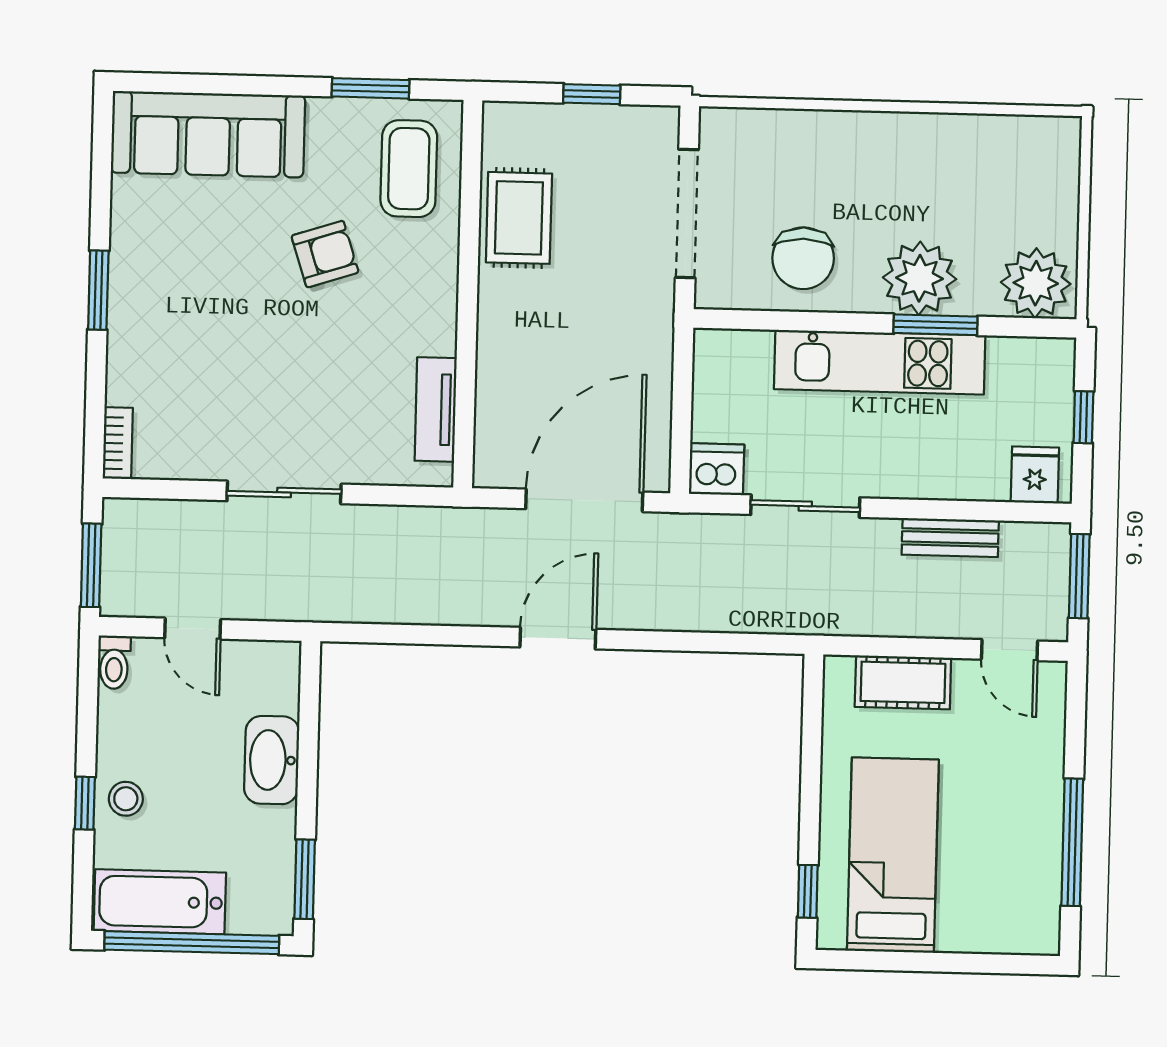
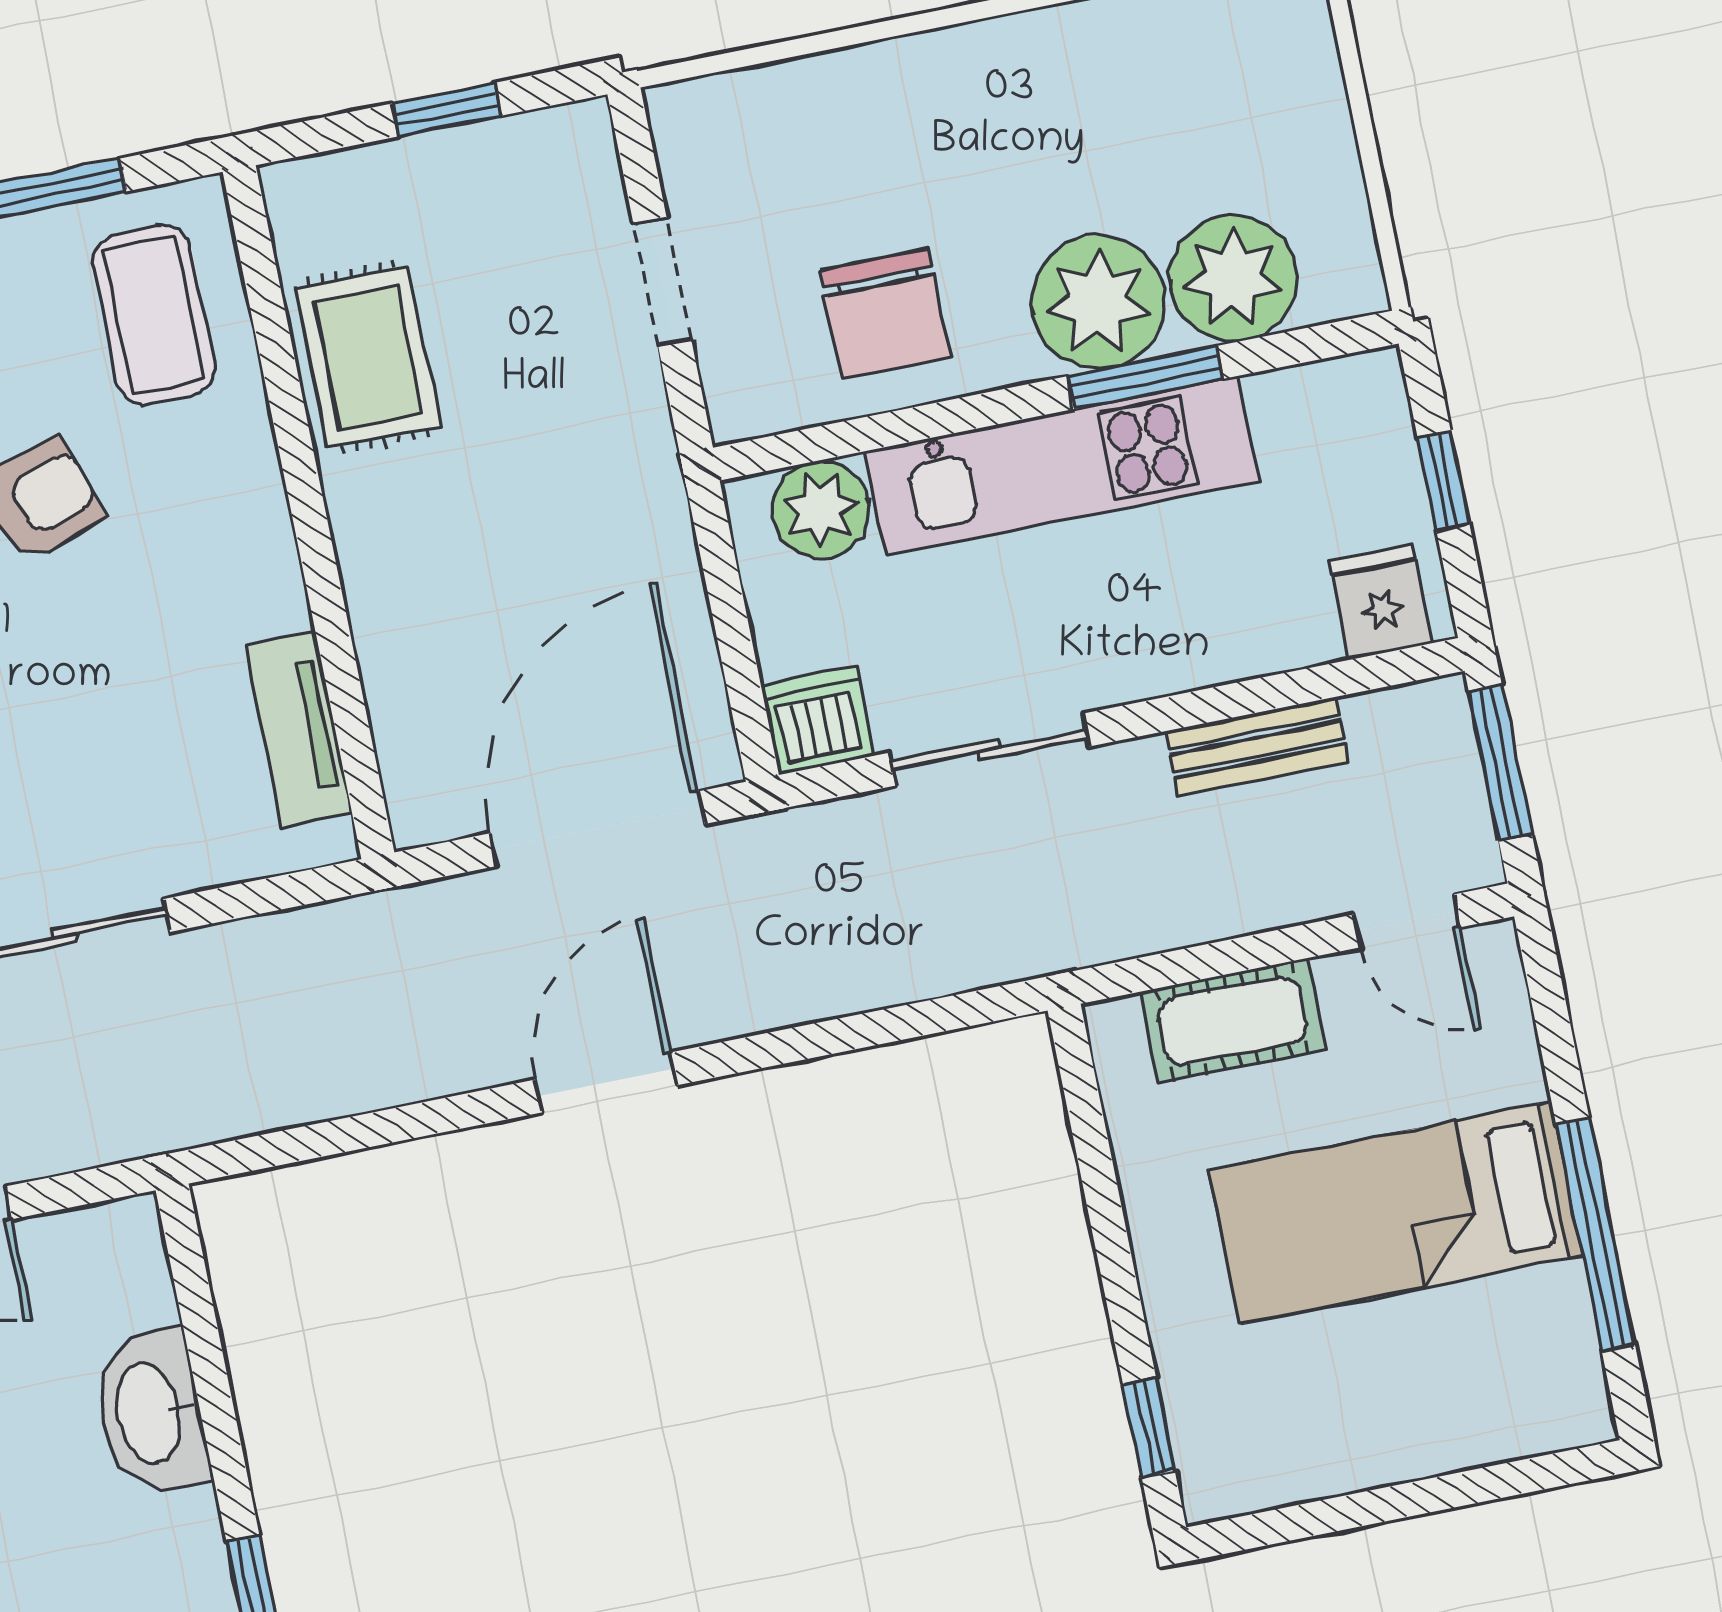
doorway: (687, 214) -> (662, 282), width x0.53
plant: (1036, 283) -> (1233, 278), moved
plant: (744, 356) -> (821, 509), added
bed: (893, 855) -> (1396, 1213), moved, turned -90

